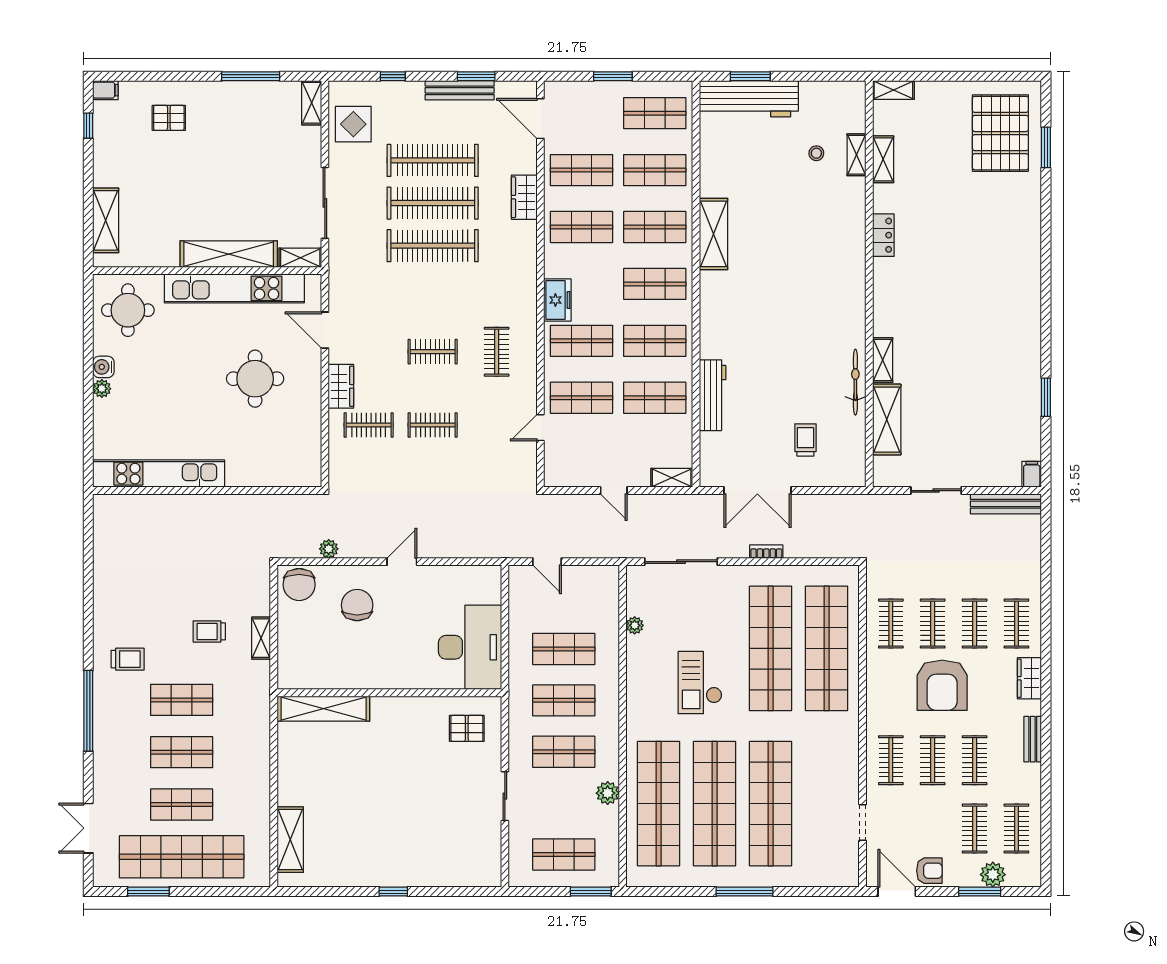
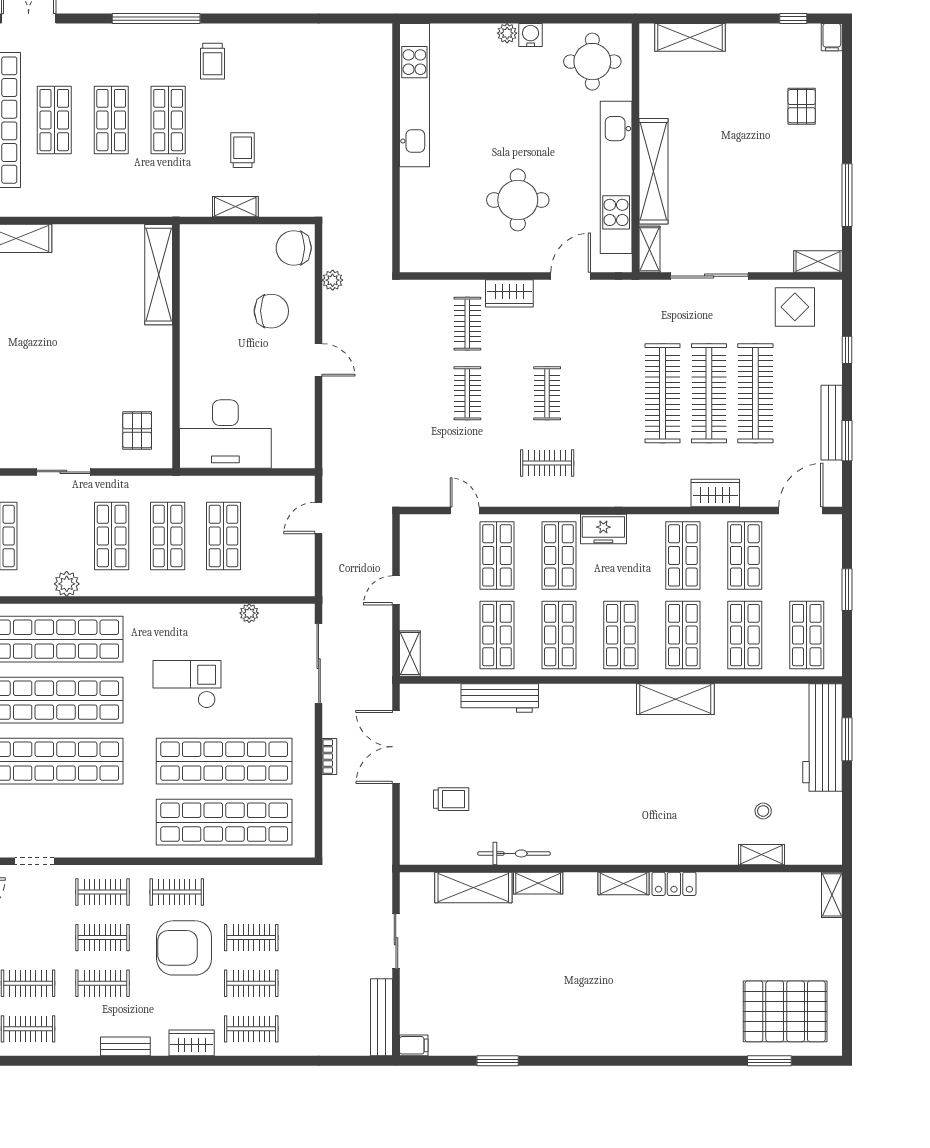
shelving: (883, 159) -> (623, 884), moved
clothes rail: (891, 624) -> (177, 892), moved

